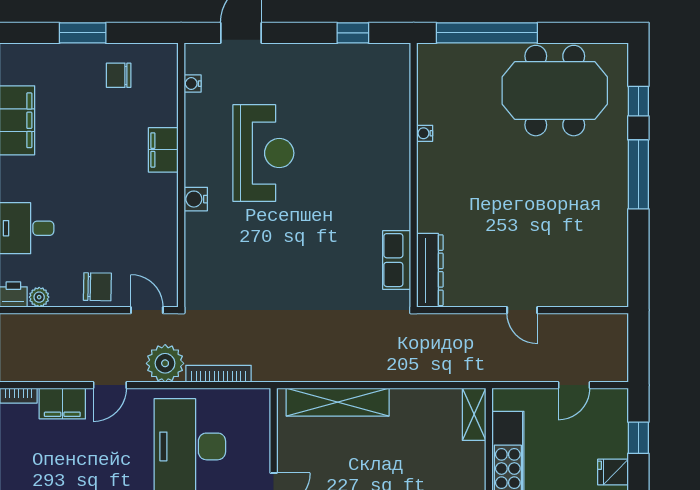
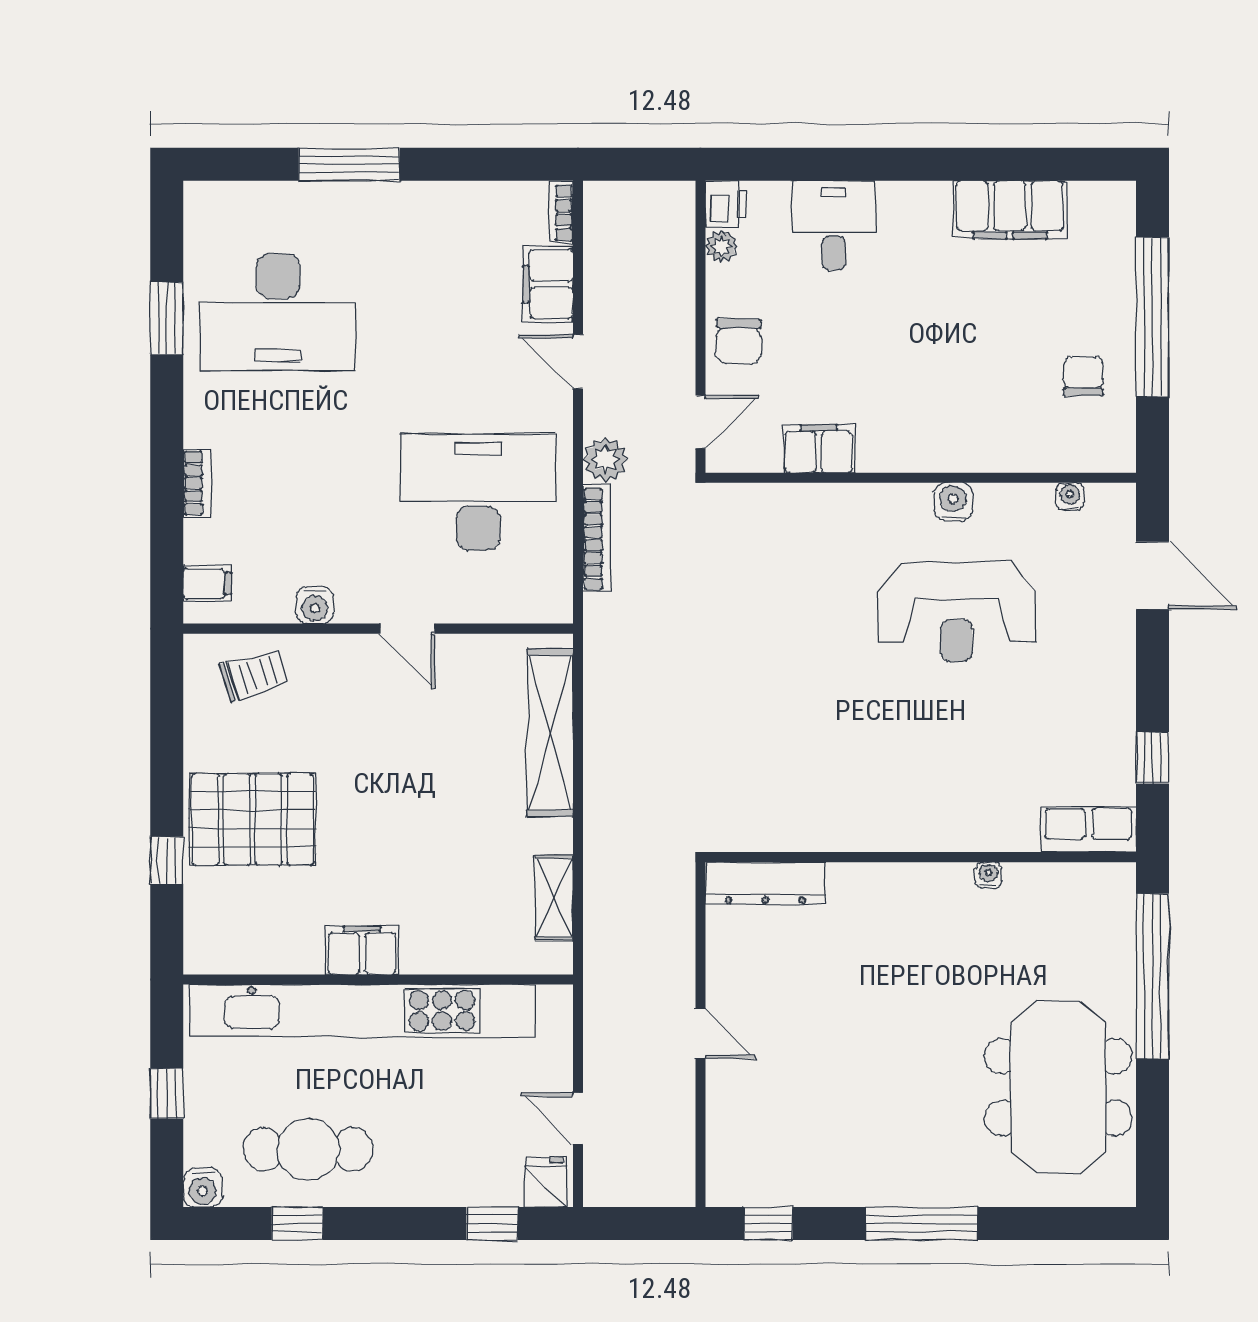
window: (83, 33) -> (1152, 317), width x2.11
window: (638, 101) -> (768, 1224), moved
filing cabinet: (163, 150) -> (819, 449), moved
water cooler: (196, 199) -> (953, 502), moved
row of seats: (397, 260) -> (1088, 829), moved
door: (522, 310) -> (700, 1034), swing flipped
plant: (165, 363) -> (605, 460), width x0.73, depth x0.73
shelving: (474, 414) -> (554, 898), moved, turned 90
fridge: (613, 472) -> (545, 1182), moved

